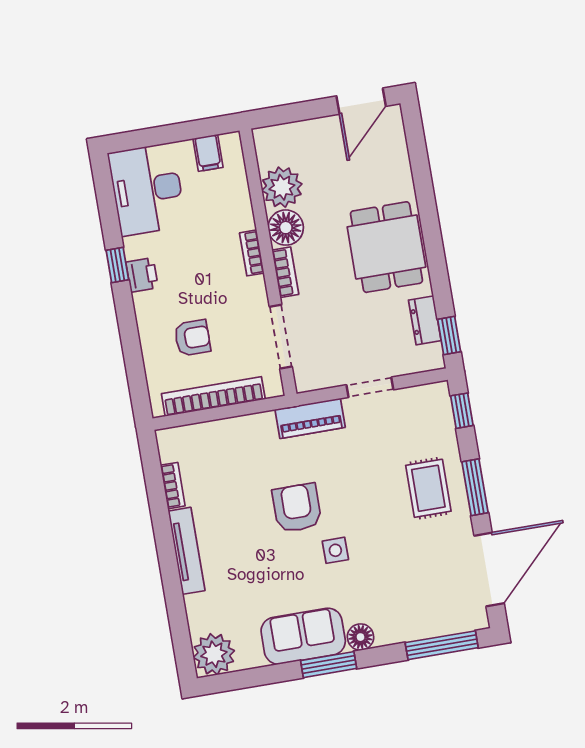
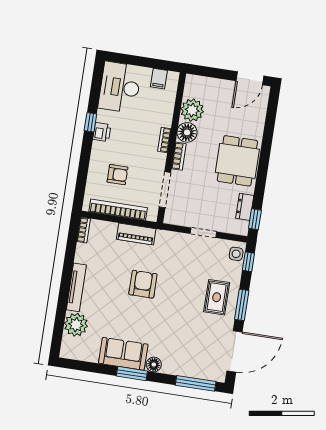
piano: (310, 418) -> (136, 234), moved
bookcase: (173, 486) -> (84, 230), moved
side table: (335, 550) -> (236, 254), moved
plant: (214, 654) -> (76, 325), moved

